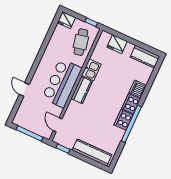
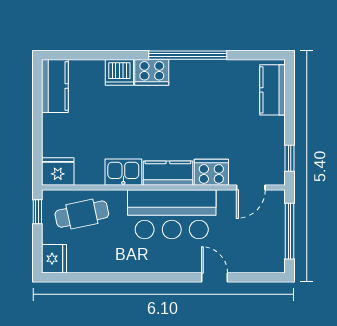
fridge: (117, 44) -> (58, 172), moved, turned -90
door: (24, 90) -> (215, 277), swing flipped
cooker: (124, 120) -> (211, 172), moved, turned 180
kitchen counter: (92, 153) -> (273, 90), width x0.67

